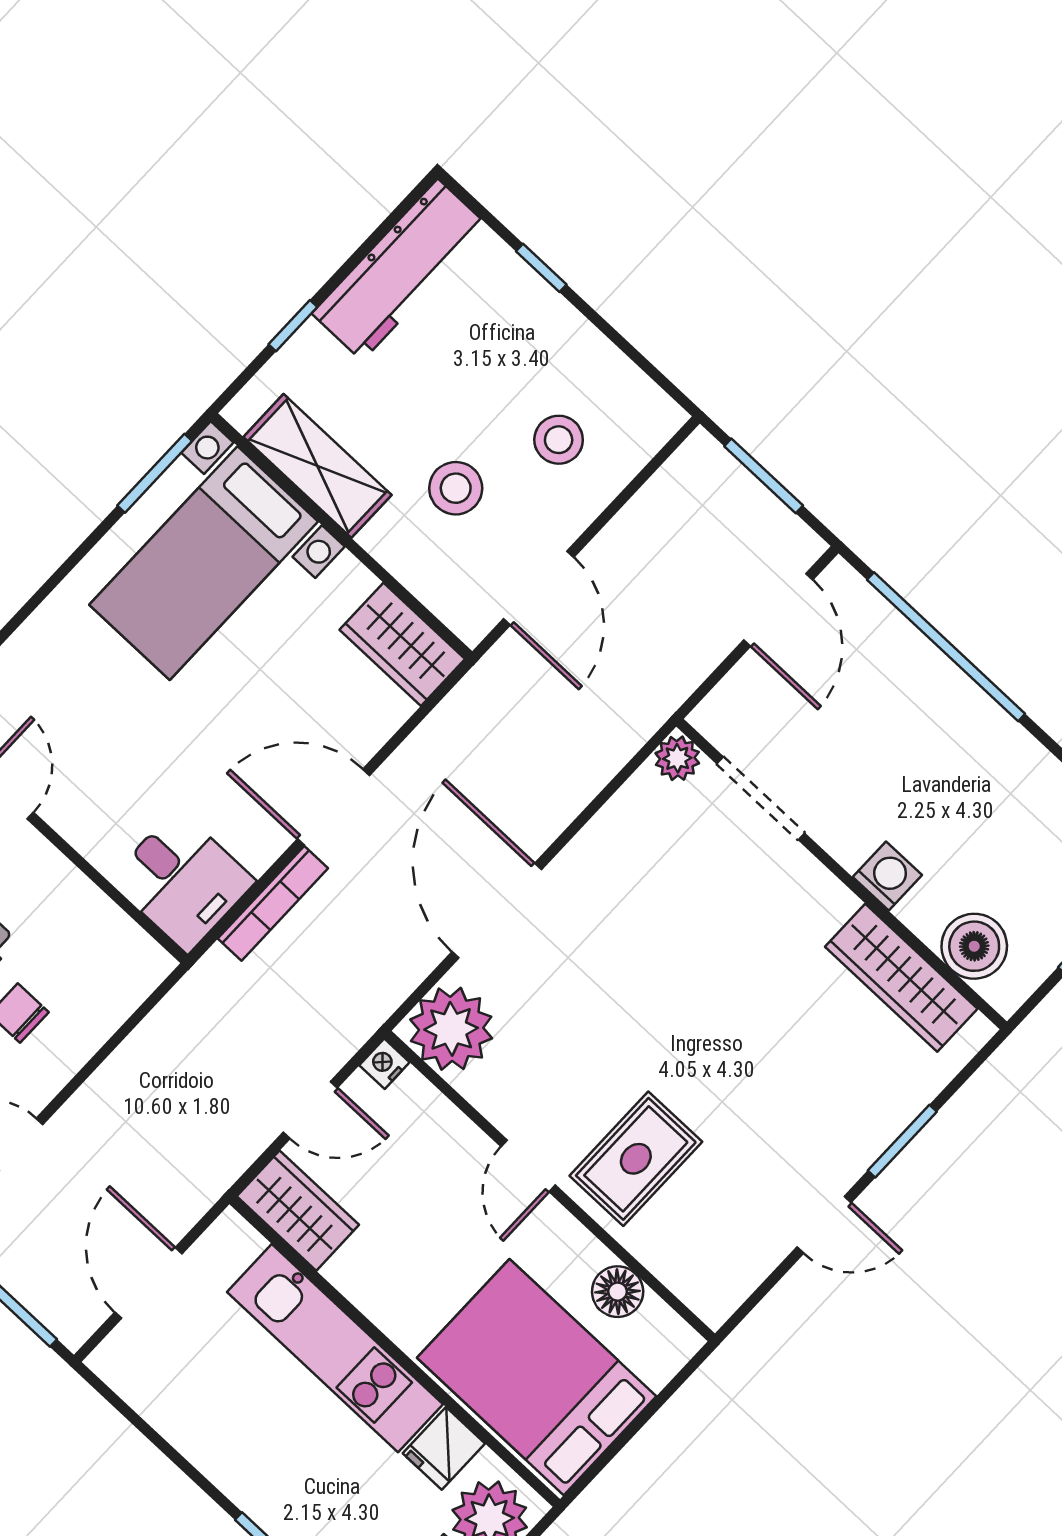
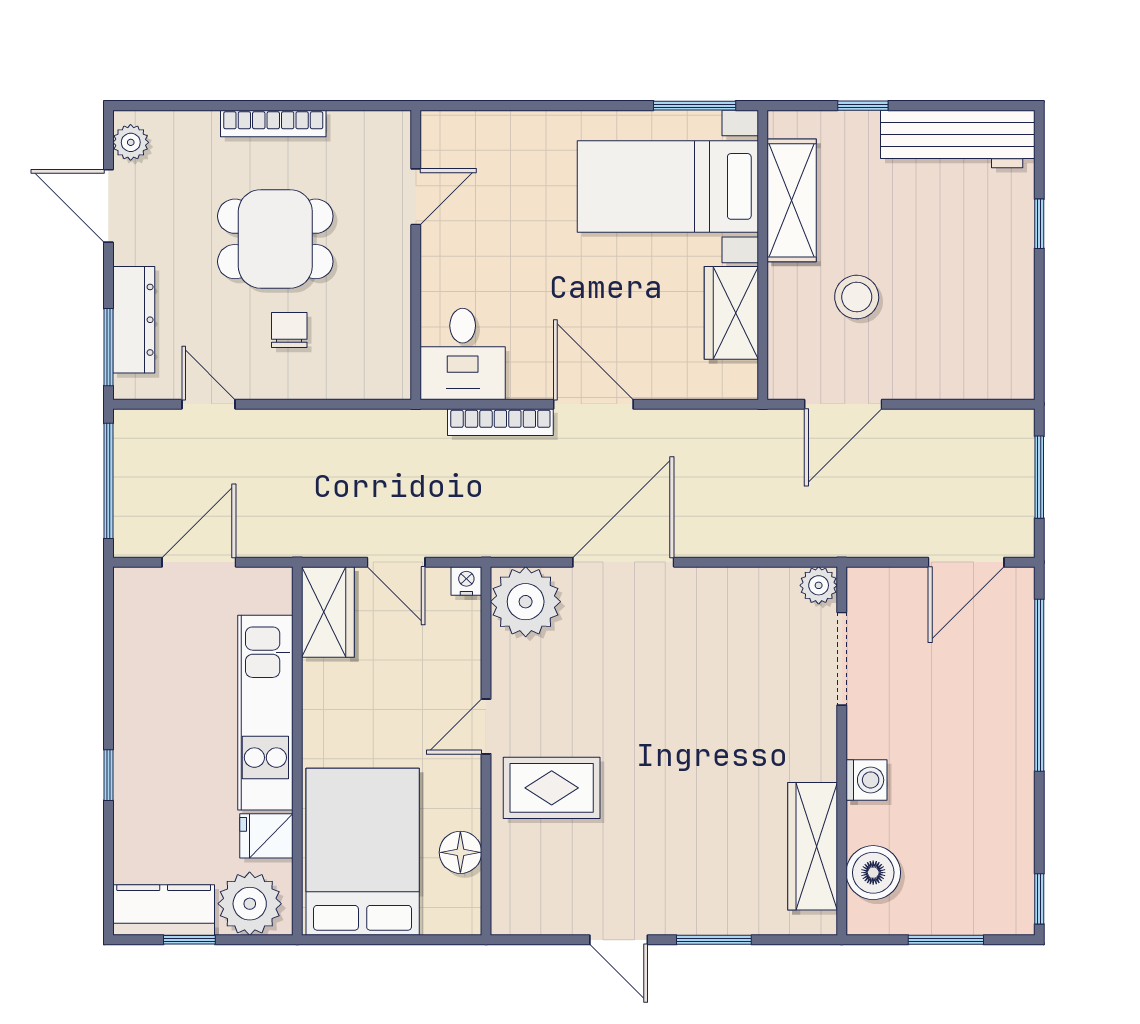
stool: (559, 440) -> (945, 332), removed
wardrobe: (402, 644) -> (731, 313), moved

